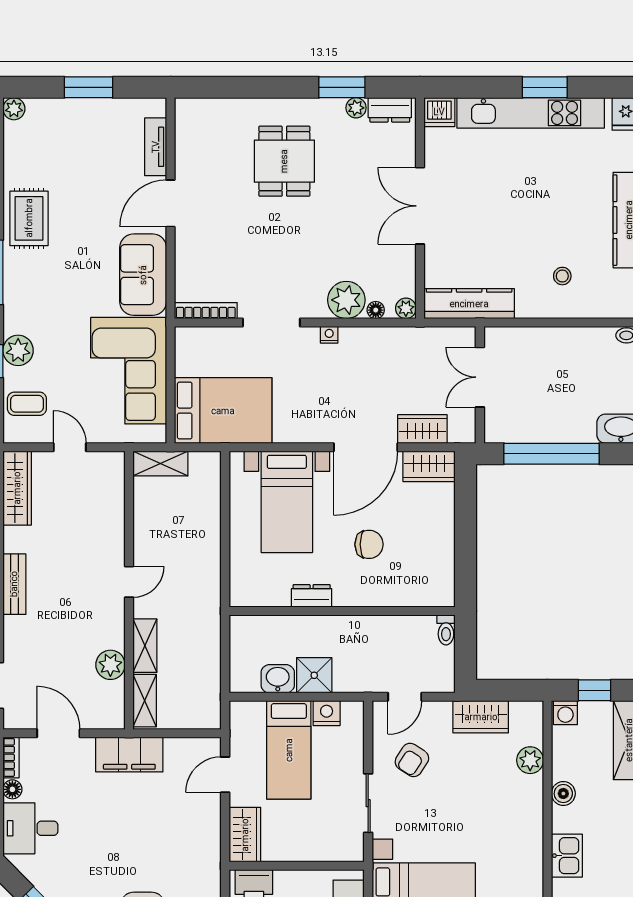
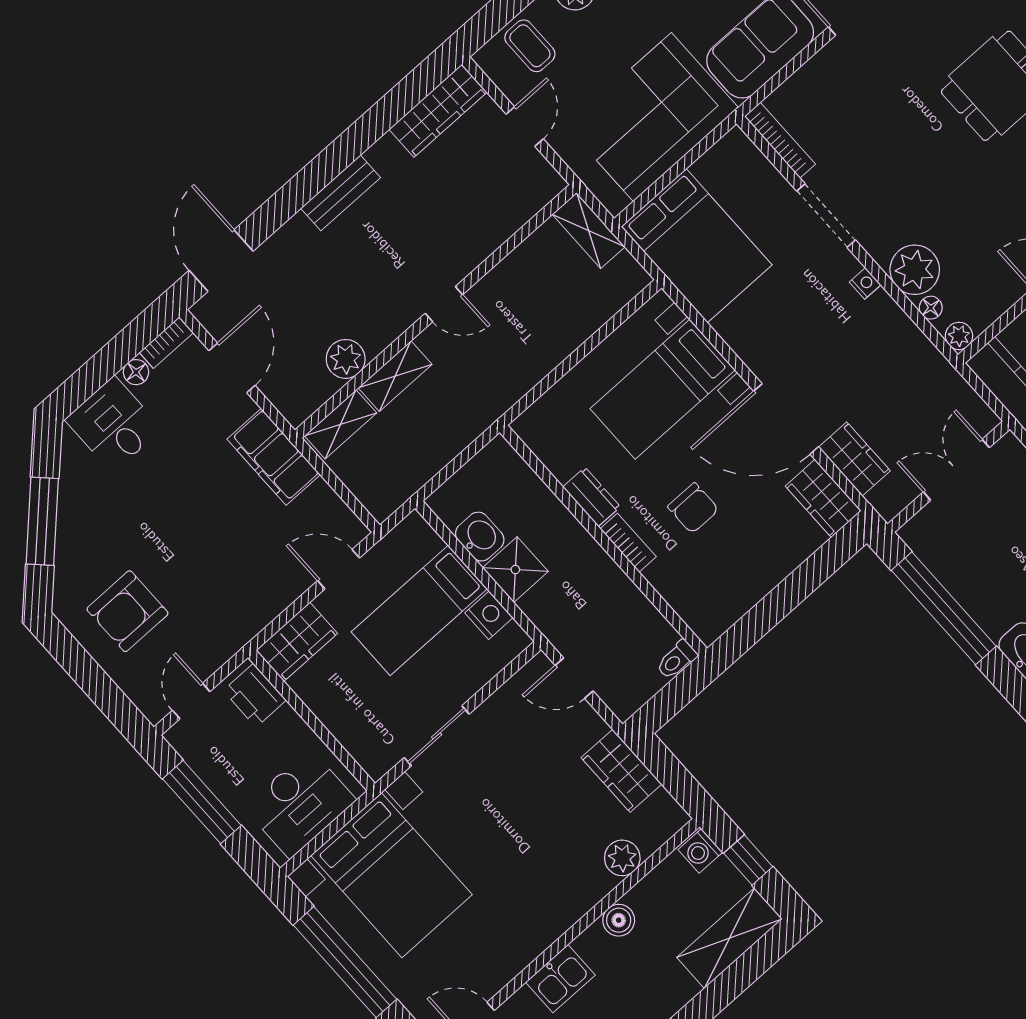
bookcase: (356, 598) -> (628, 543), added
armchair: (412, 760) -> (518, 741), removed

